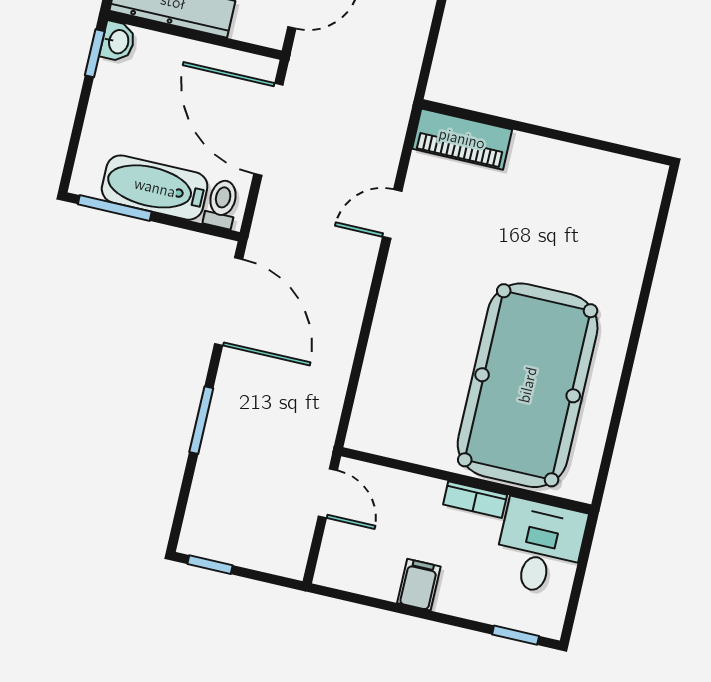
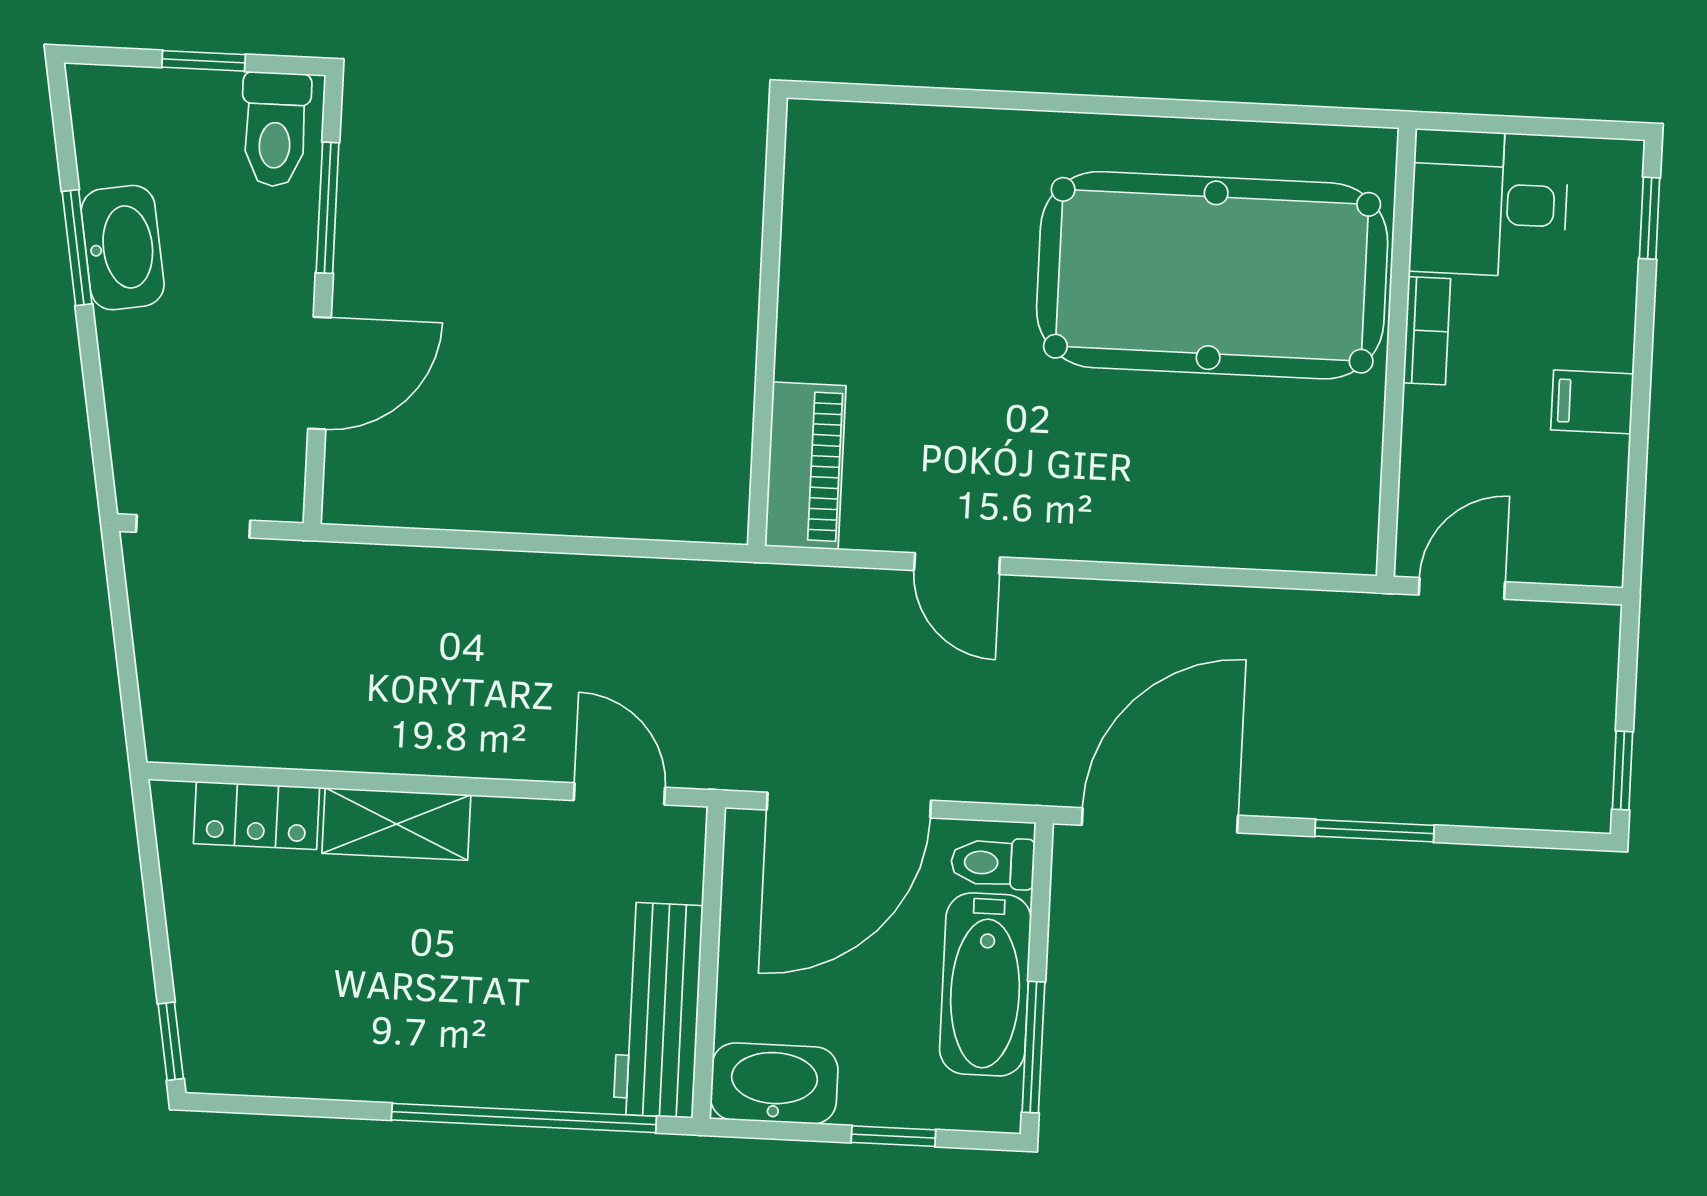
washbasin: (118, 42) -> (774, 1083), width x1.91, depth x1.45
window: (95, 53) -> (893, 1136), moved

